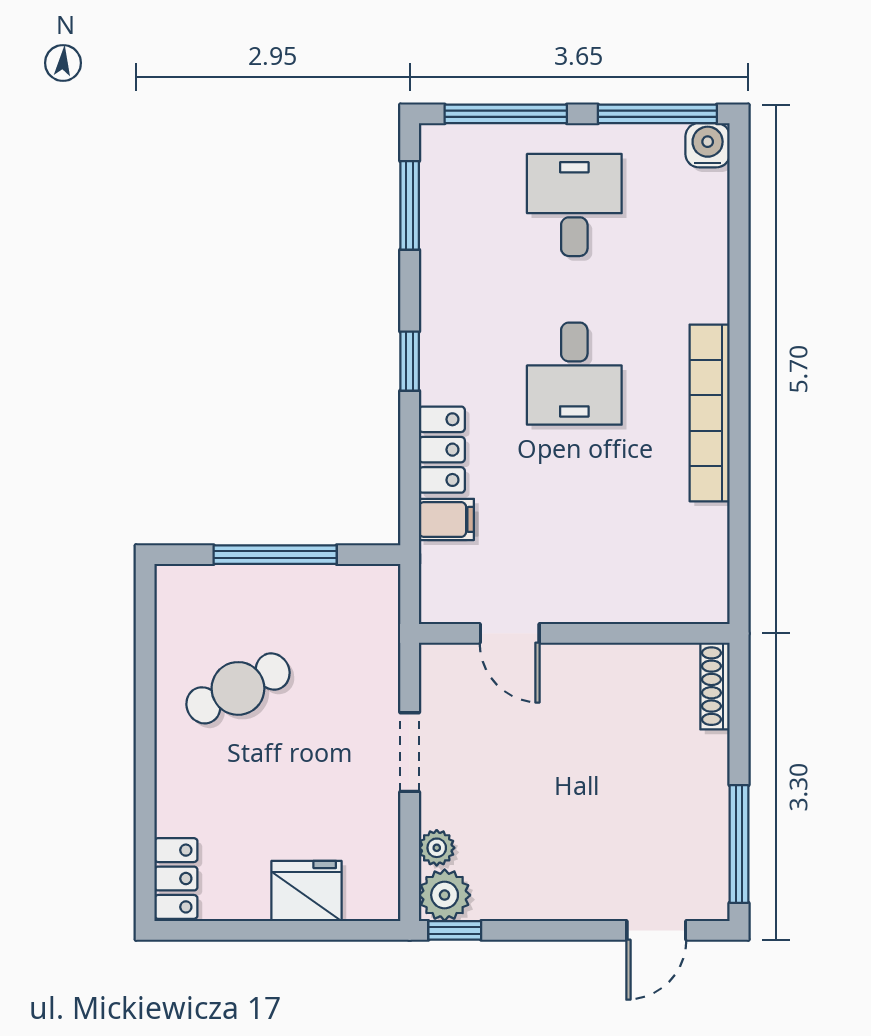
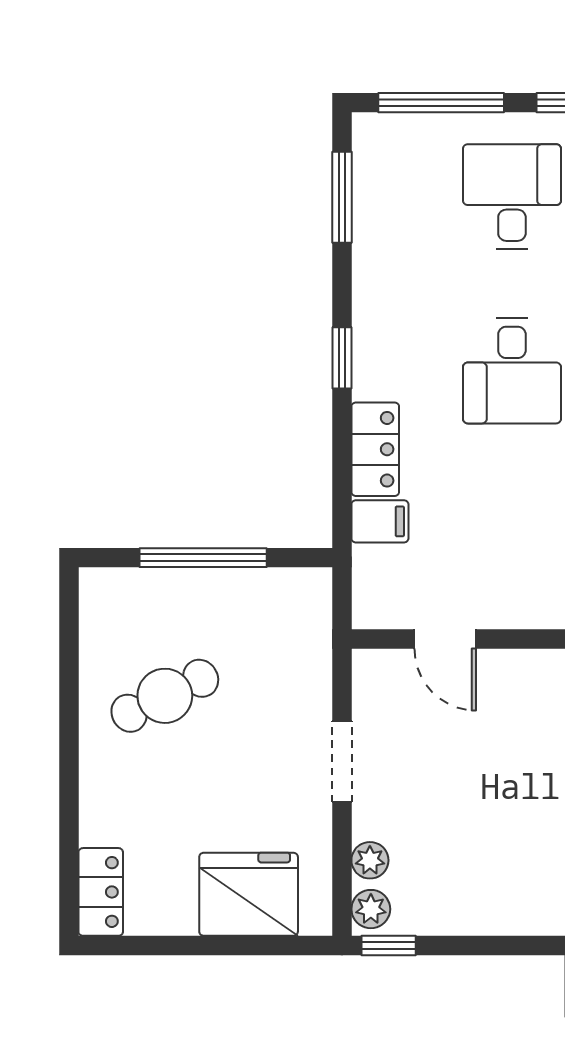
fridge: (306, 891) -> (249, 894), width x1.36, depth x1.34
plant: (445, 895) -> (371, 909), width x0.73, depth x0.73

